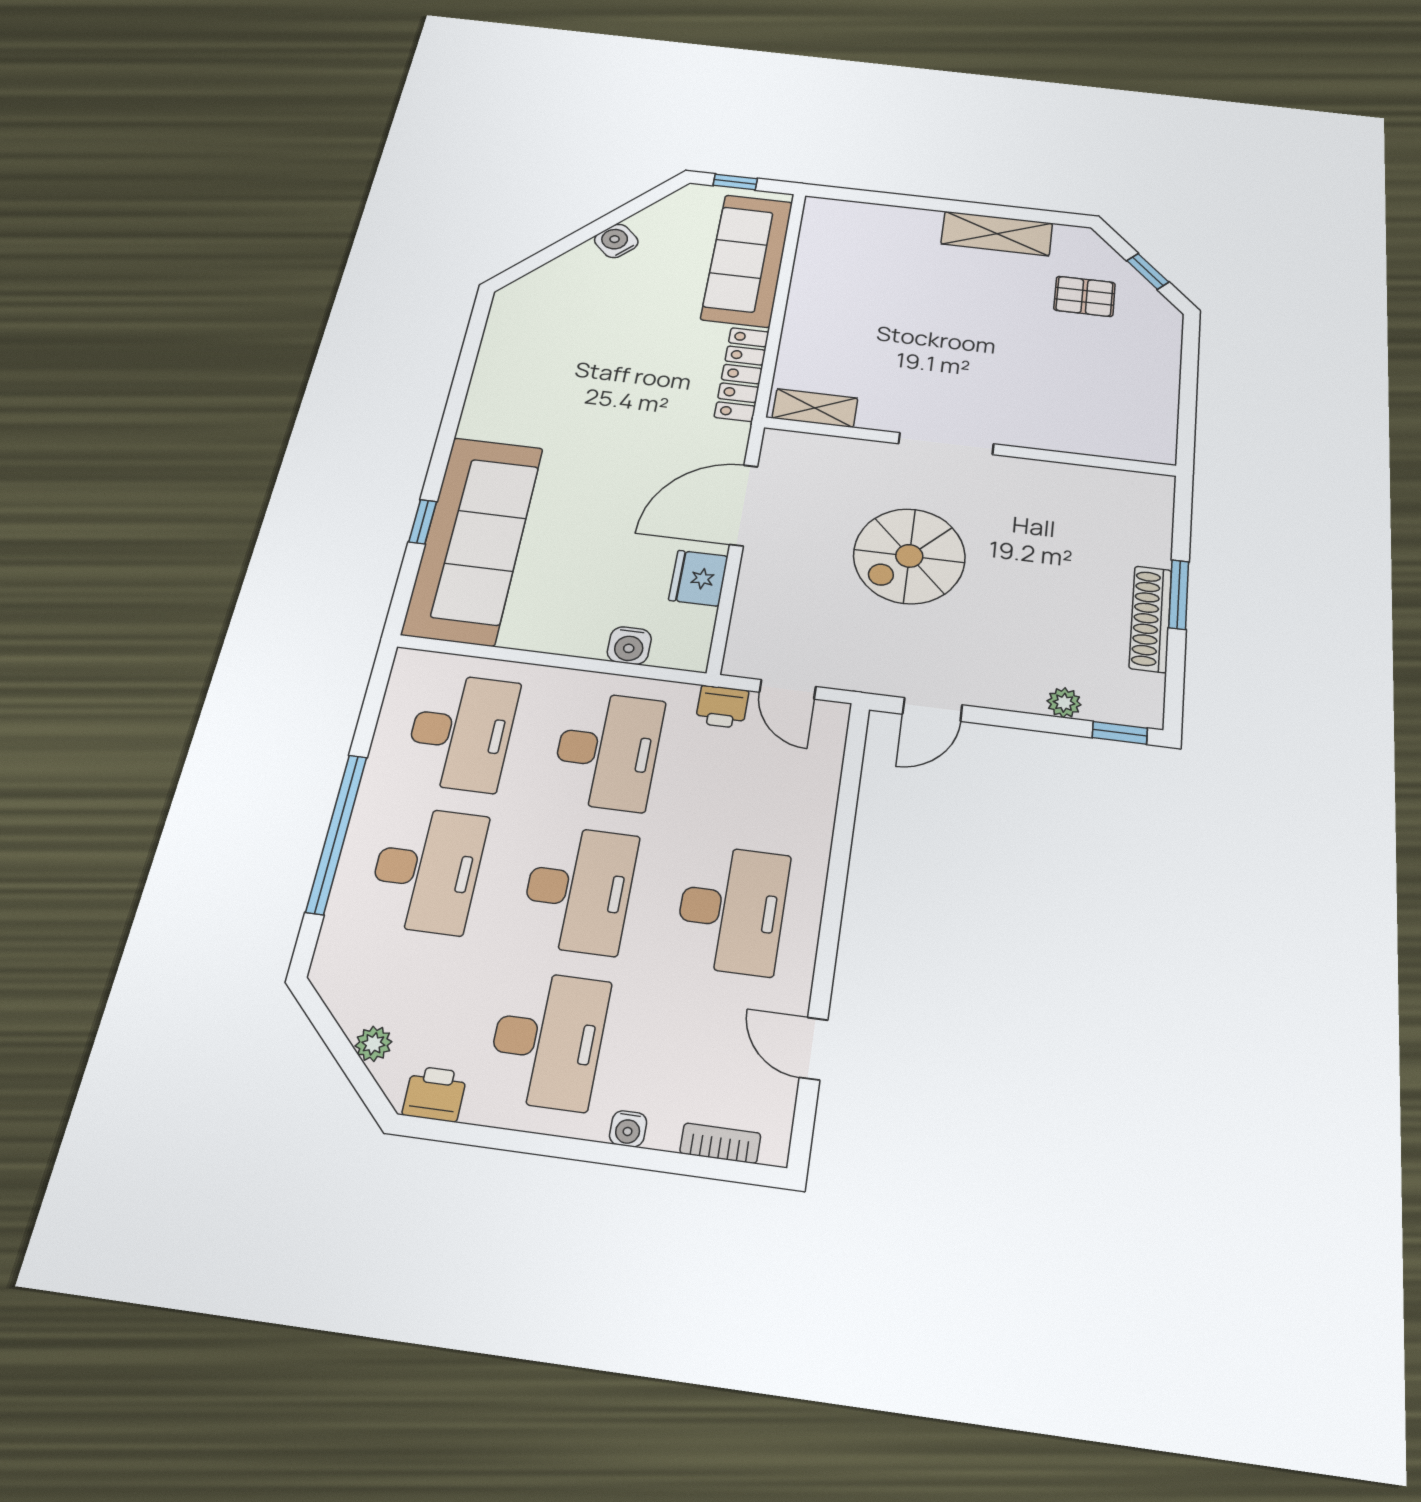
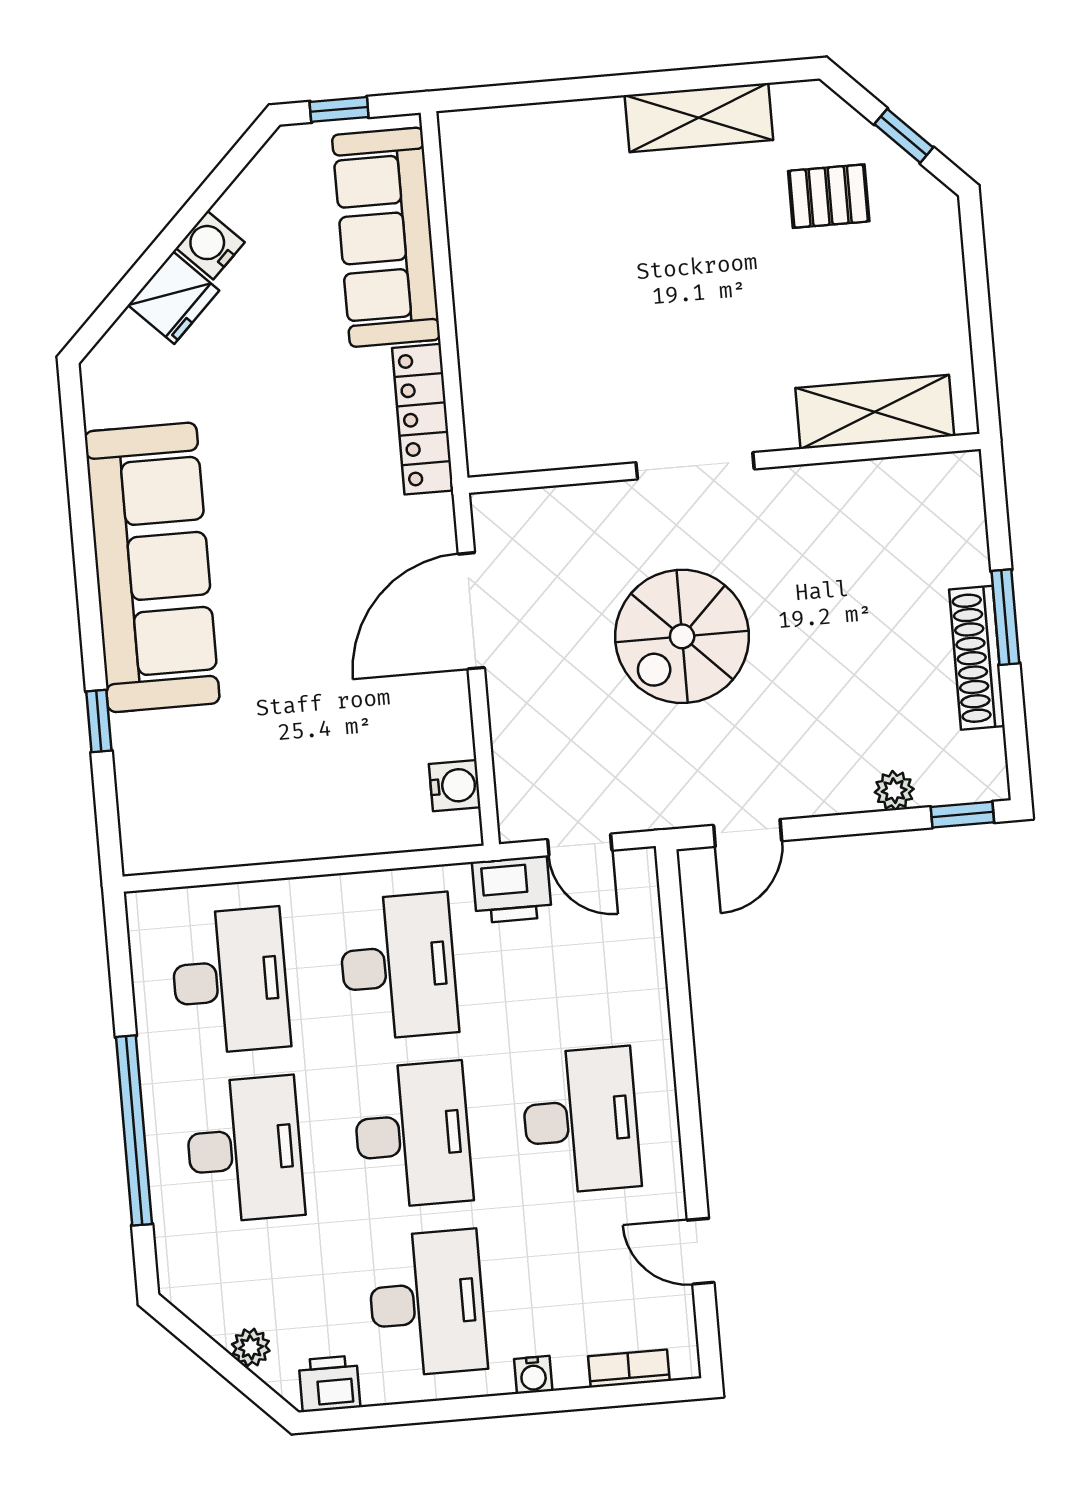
shelving: (815, 408) -> (875, 412), moved, width x1.50, depth x1.33
sofa: (473, 539) -> (152, 567), moved
fridge: (698, 578) -> (173, 298), moved, turned -135
water cooler: (629, 646) -> (455, 786), moved, turned -90
printer: (722, 707) -> (512, 889), width x1.36, depth x1.24

